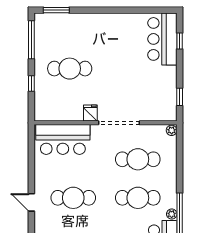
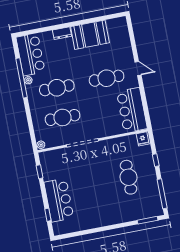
bar counter: (162, 39) -> (59, 200), moved
cafe table: (70, 69) -> (128, 177), turned 90
fridge: (90, 113) -> (143, 139), moved
bar counter: (63, 139) -> (132, 110), moved, turned -90

